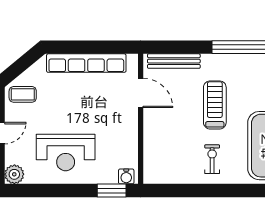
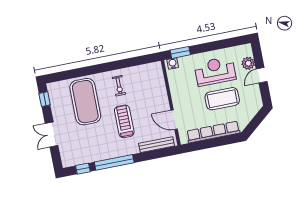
coffee table: (23, 94) -> (222, 99), moved, width x1.86, depth x1.72
treadmill: (215, 105) -> (124, 121), turned 180
plant: (14, 174) -> (248, 63), moved

